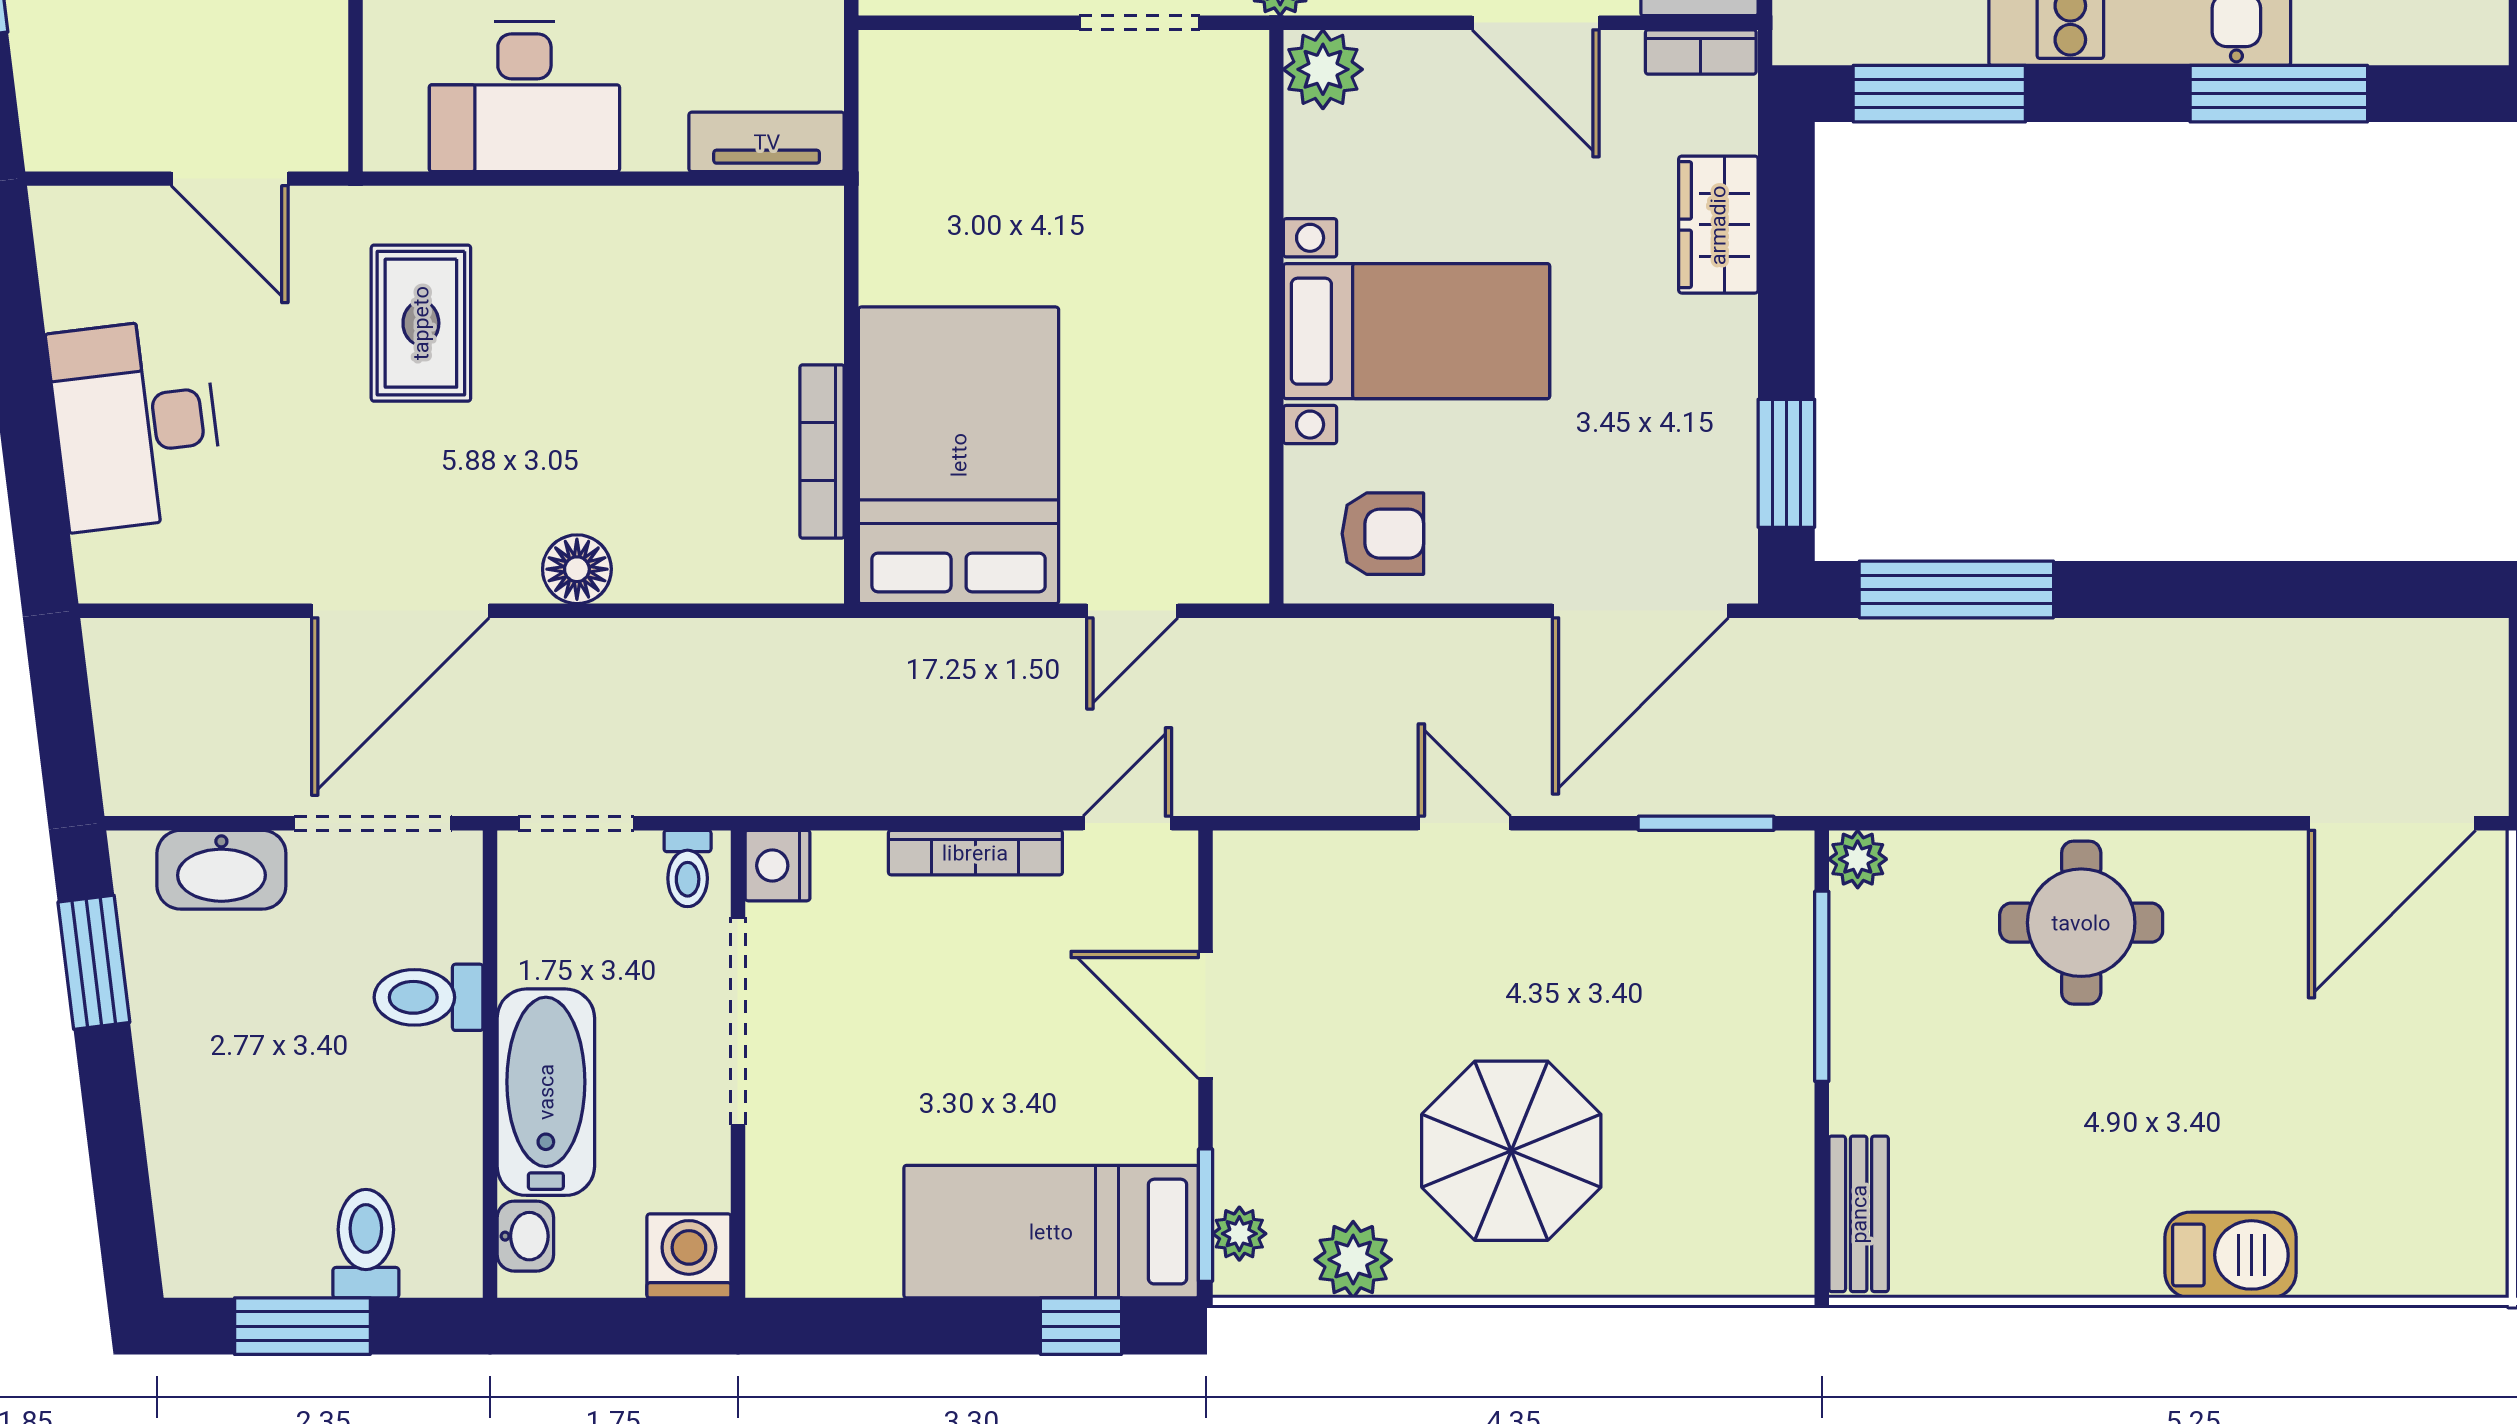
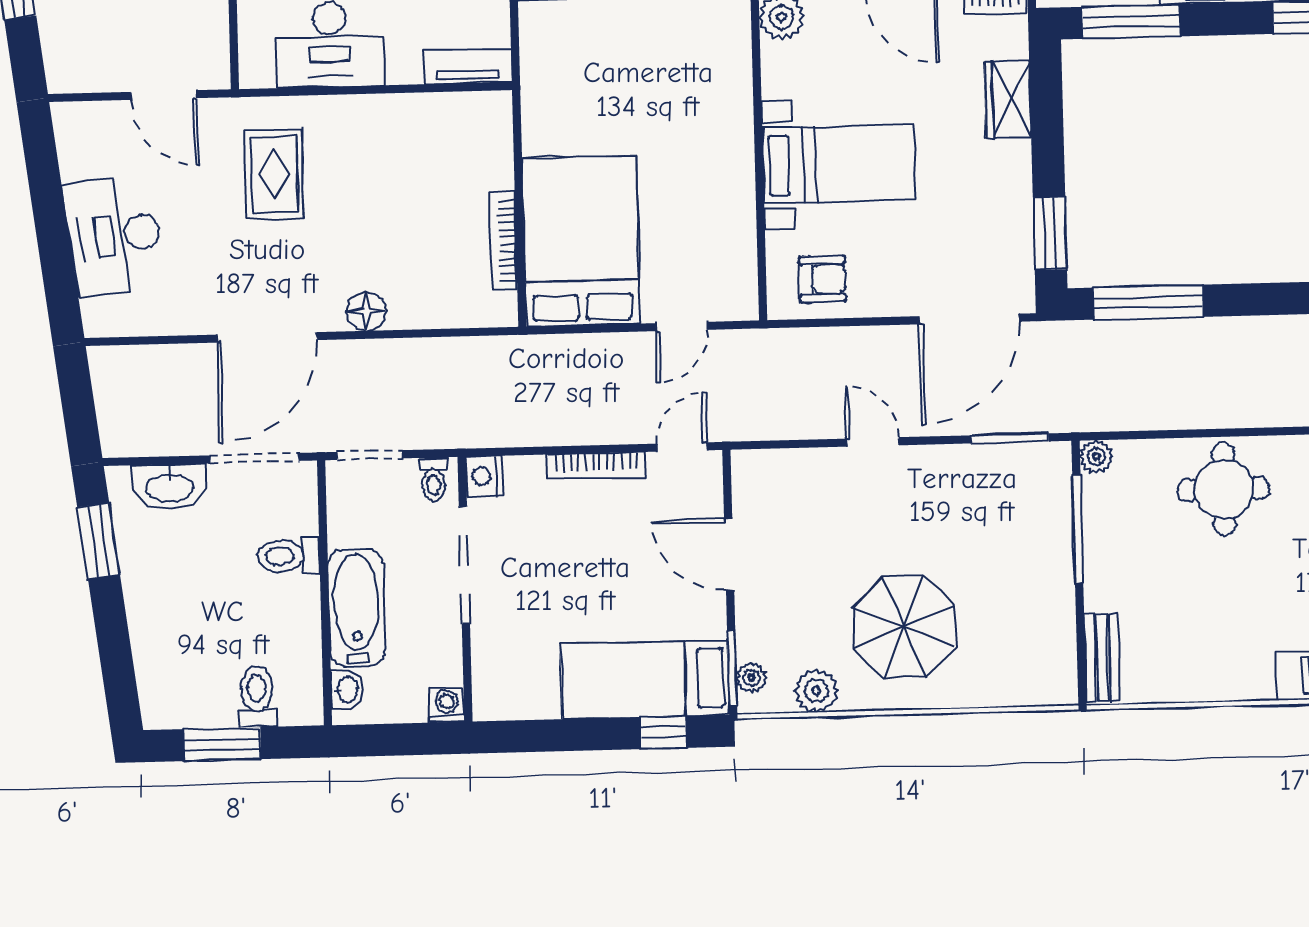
washing machine: (689, 1256) -> (447, 705), width x0.73, depth x0.73

